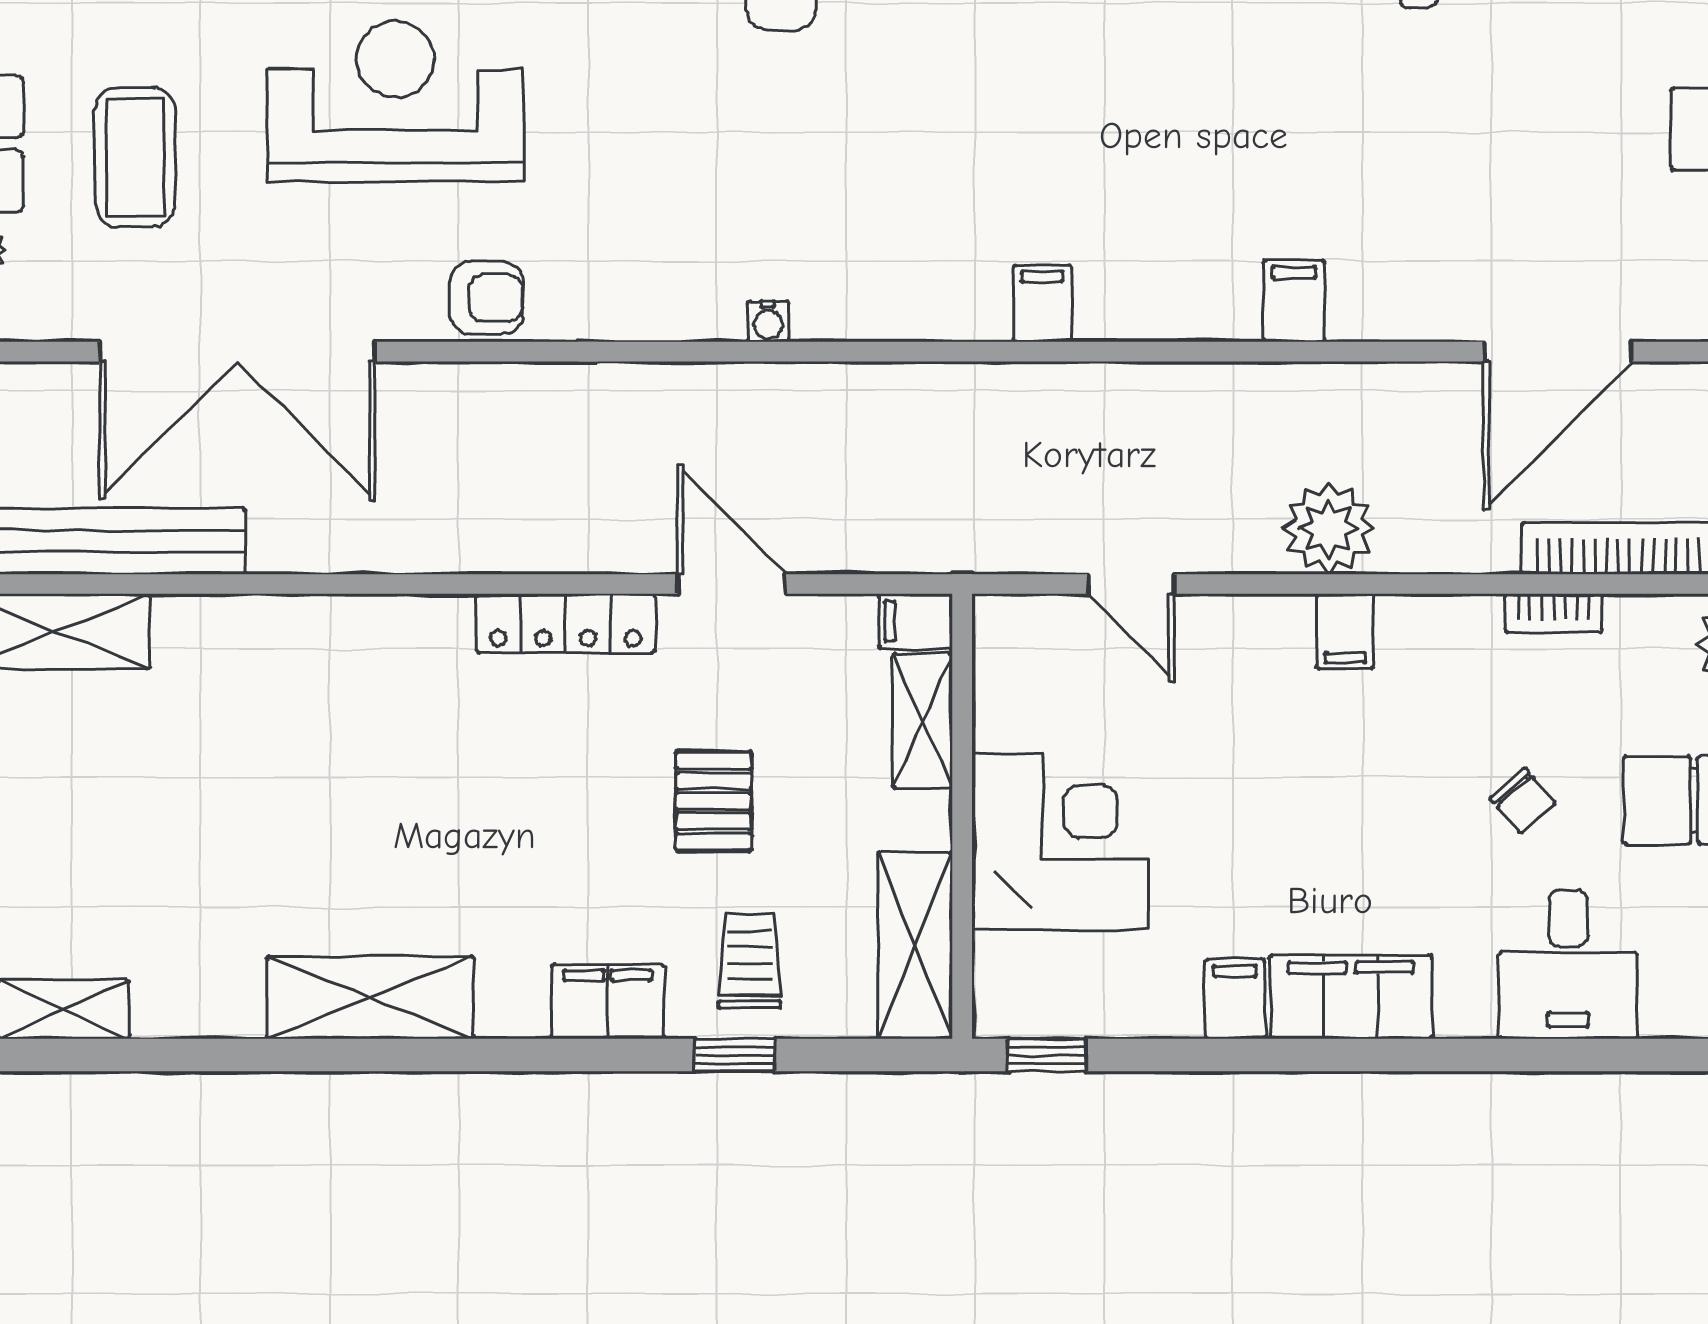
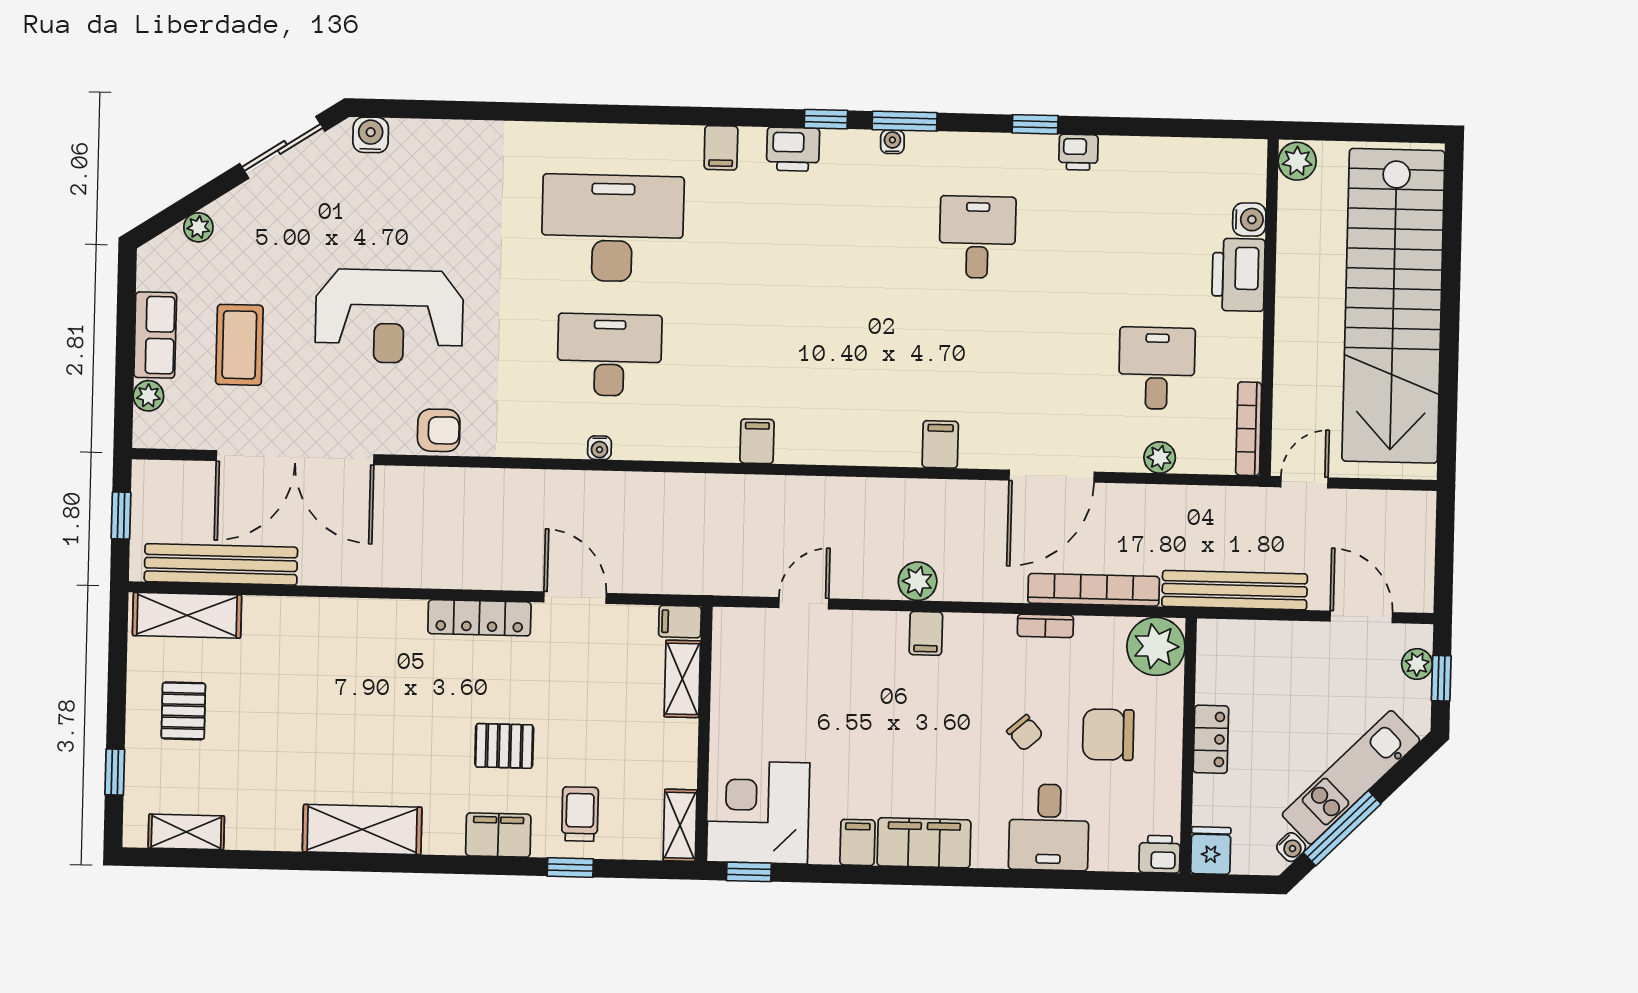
reception desk: (395, 101) -> (389, 316), turned 180
desk: (781, 159) -> (609, 355), added
filing cabinet: (1294, 301) -> (940, 444), moved
plant: (1329, 528) -> (918, 581), width x0.73, depth x0.73
door: (1131, 584) -> (804, 603), swing flipped
pallet: (53, 798) -> (183, 711), added
pallet: (714, 801) -> (504, 746), moved, turned 90
corner desk: (1060, 841) -> (758, 812), moved, turned -90
shelving: (915, 945) -> (680, 825), width x0.67, depth x0.75

